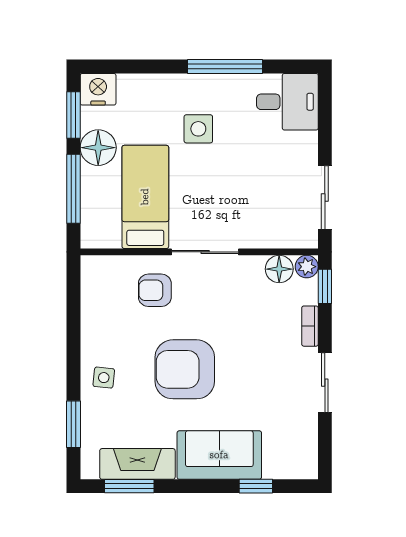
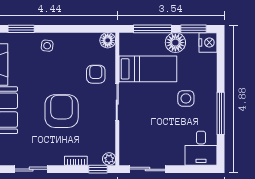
floor lamp: (279, 269) -> (108, 40), moved
armchair: (185, 369) -> (62, 111), moved
sliding door: (325, 383) -> (31, 169), moved

